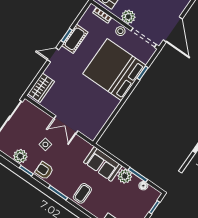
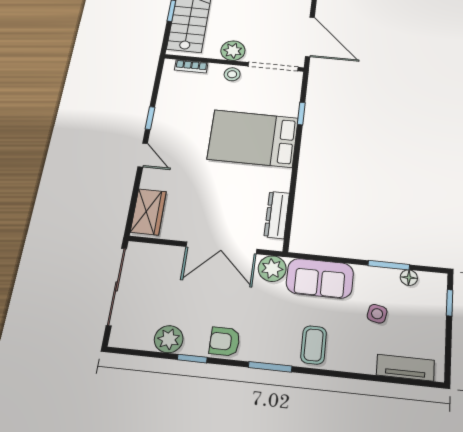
cot: (75, 39) -> (166, 117), removed
door: (53, 55) -> (143, 155), swing flipped
bed: (114, 70) -> (253, 138), width x0.73
dresser: (100, 122) -> (277, 215), added
double door: (66, 125) -> (221, 248), width x1.37
side table: (45, 144) -> (377, 314), moved
plant: (125, 176) -> (272, 269), moved

